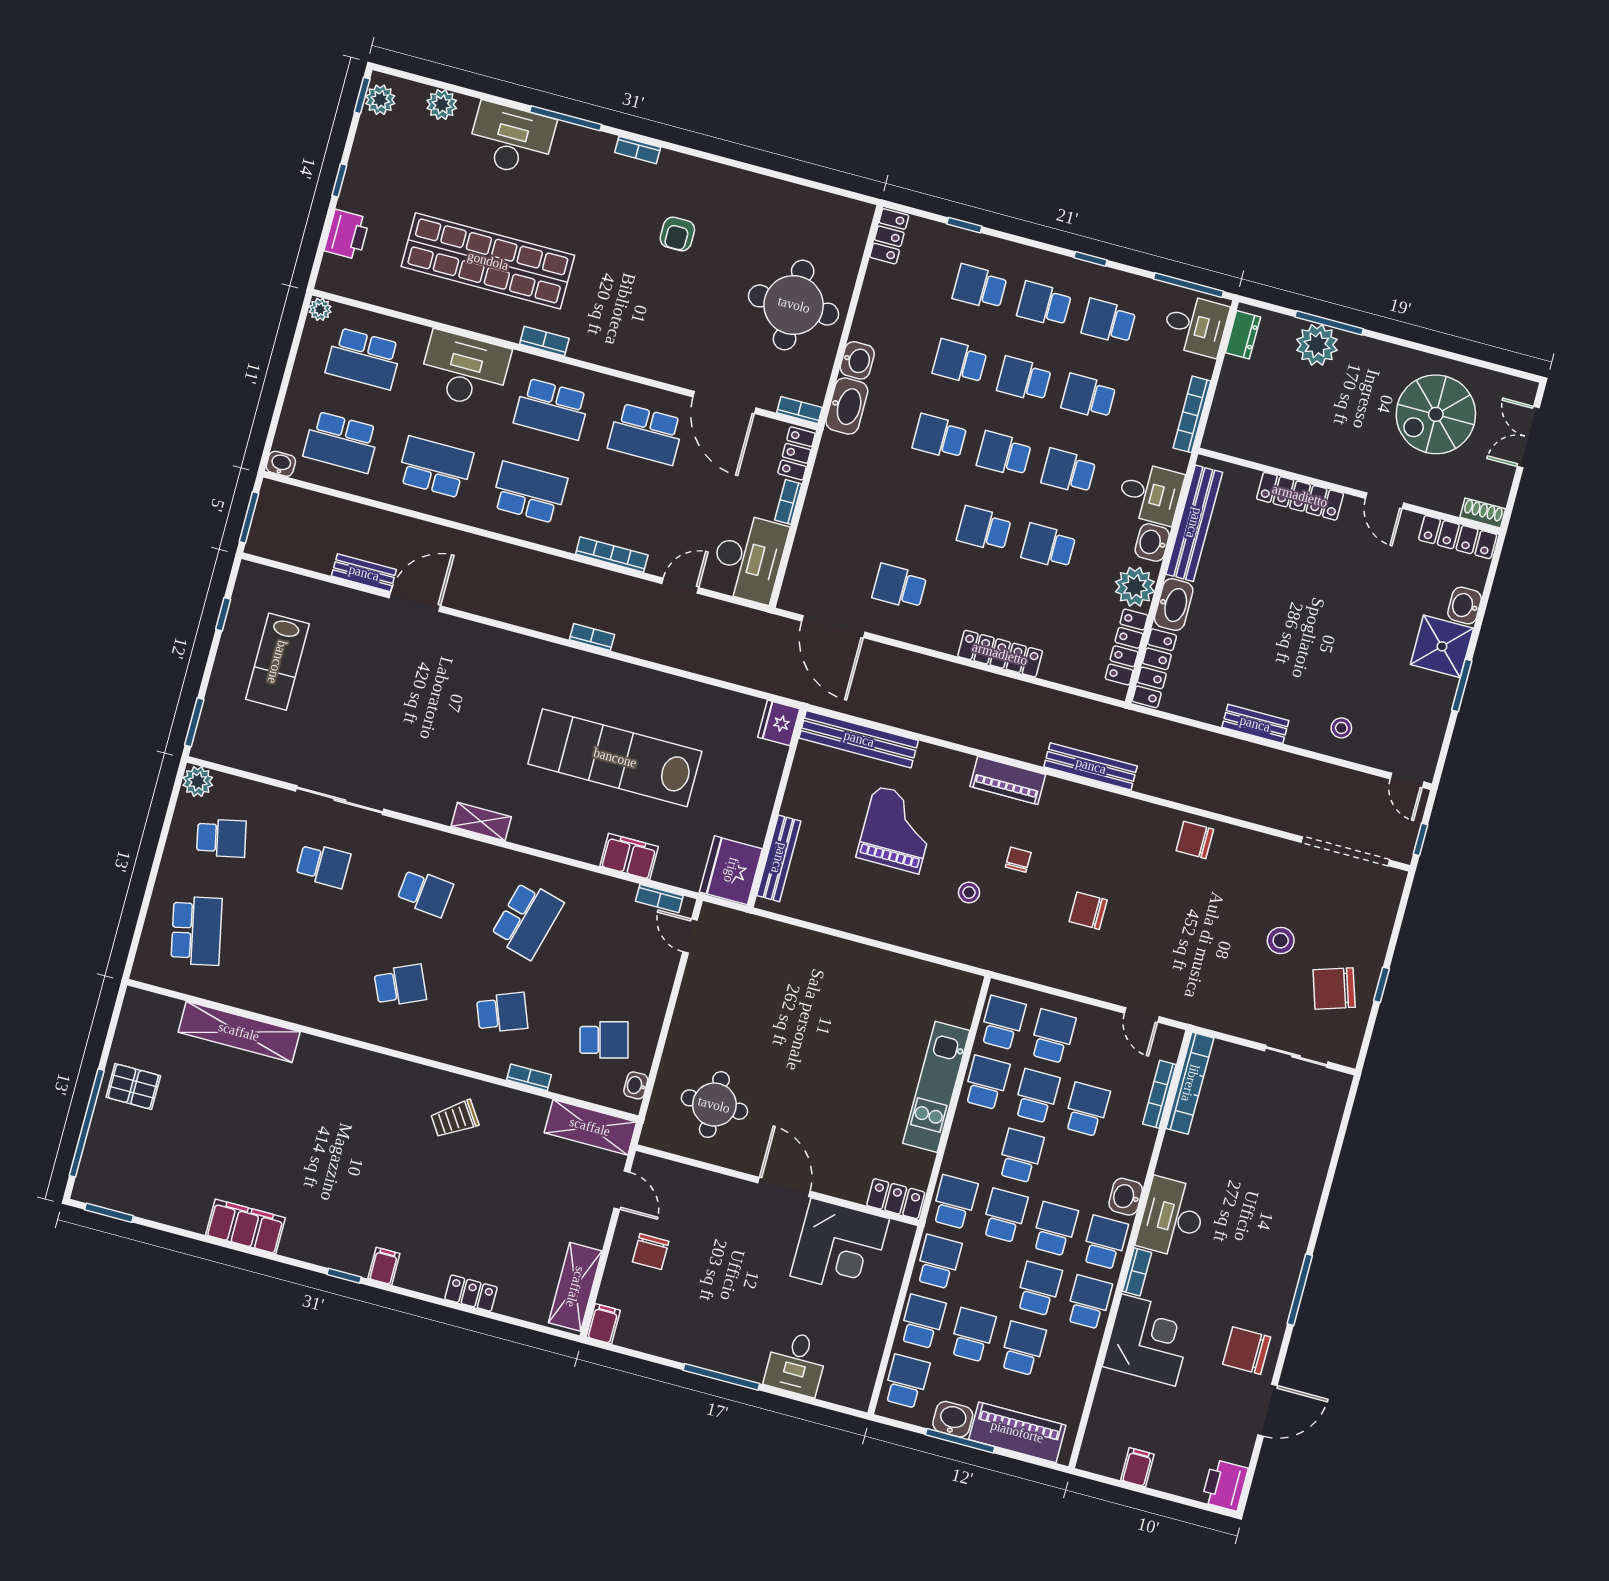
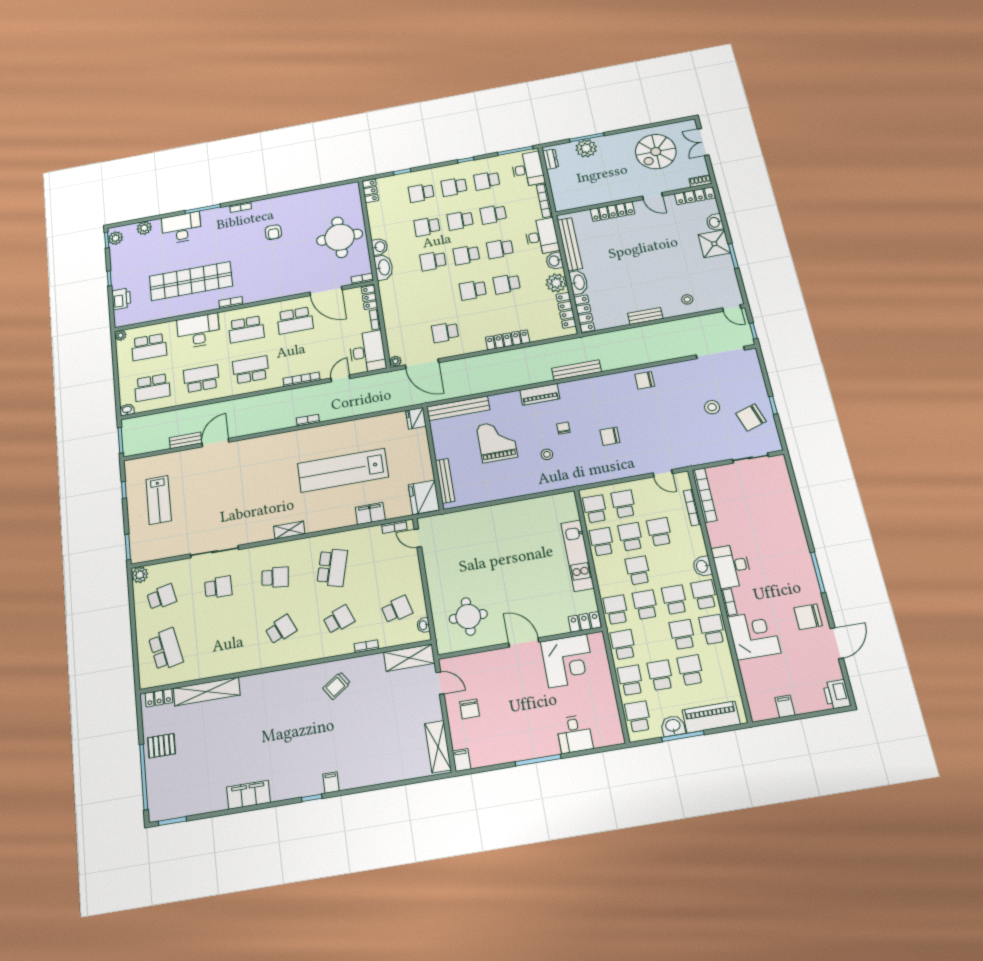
desk: (1195, 325) -> (528, 169), width x1.37
desk: (1150, 493) -> (542, 236), width x1.37
plant: (789, 600) -> (395, 361), added
locker: (471, 1293) -> (159, 698), moved, turned 180

